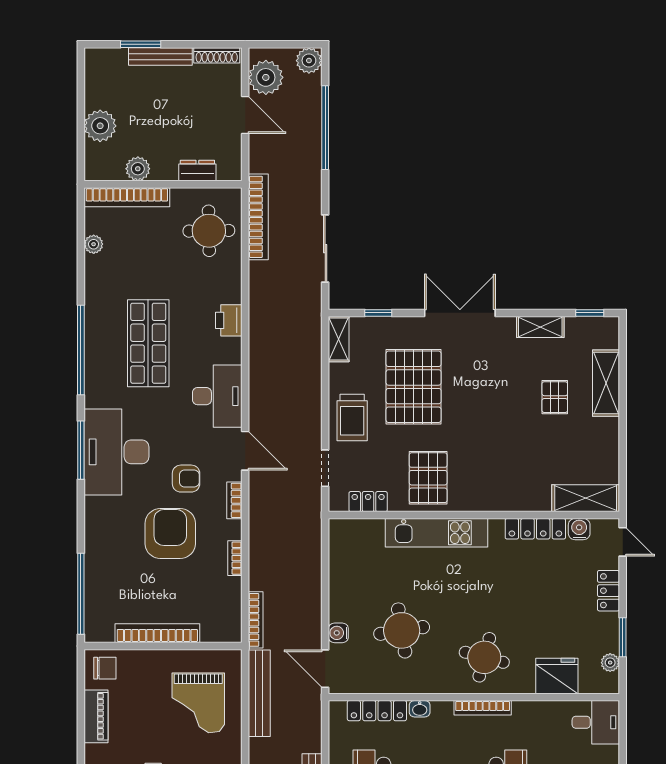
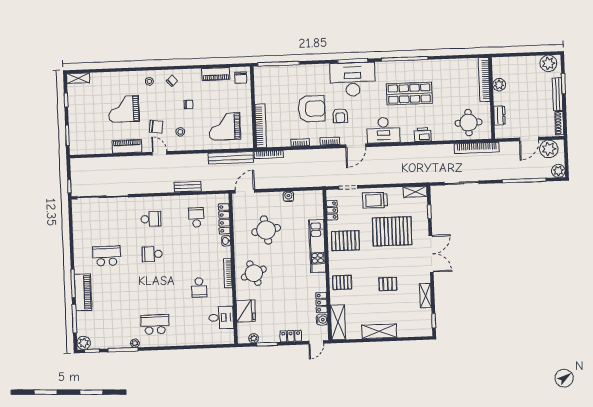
plant: (100, 126) -> (548, 63), moved
plant: (94, 244) -> (459, 63), removed
shelving: (606, 383) -> (379, 331), moved
pallet: (555, 397) -> (388, 284), moved
pallet: (509, 487) -> (342, 282), added
locker: (535, 529) -> (321, 303), width x0.66
bookcase: (157, 633) -> (261, 126), moved
water cooler: (338, 633) -> (288, 196), moved
round table: (484, 657) -> (254, 273), turned -36
desk: (596, 722) -> (221, 318), moved, turned -90

